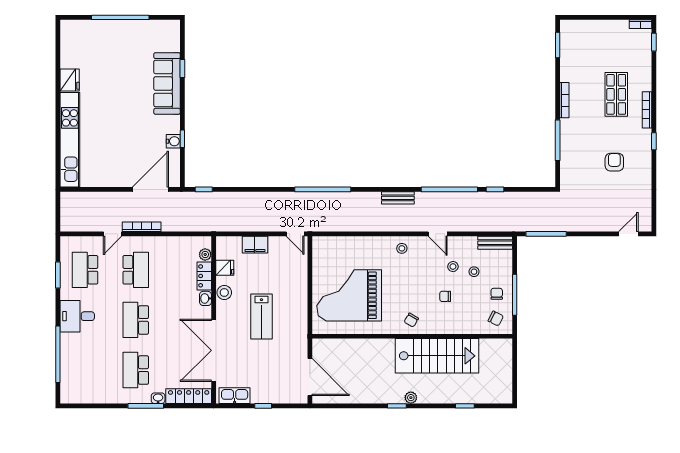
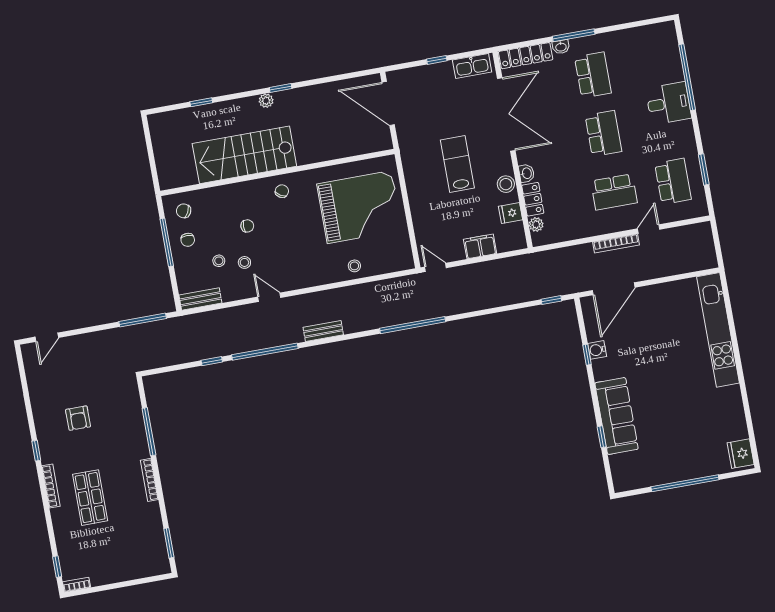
fridge: (70, 80) -> (741, 454), moved
stool: (402, 248) -> (354, 266), moved
school desk: (136, 270) -> (614, 192), turned -90
desk: (77, 316) -> (668, 103), moved

